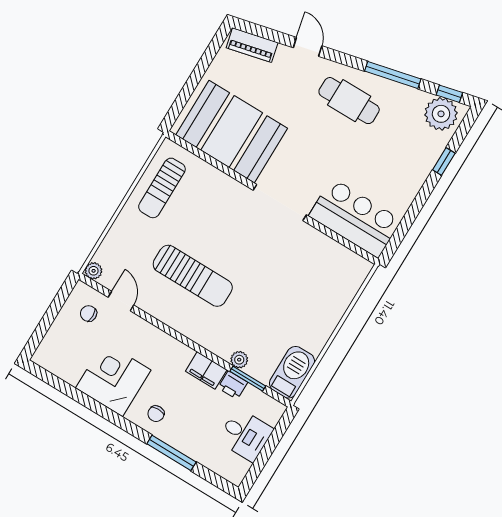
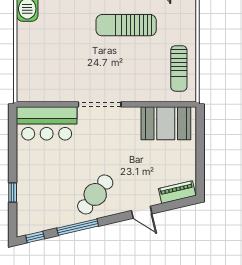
cafe table: (349, 101) -> (95, 194), turned -51
plant: (441, 114) -> (33, 221), removed
booth: (232, 132) -> (166, 123), width x0.73, depth x0.70
sun lounger: (162, 188) -> (179, 68), turned 180

